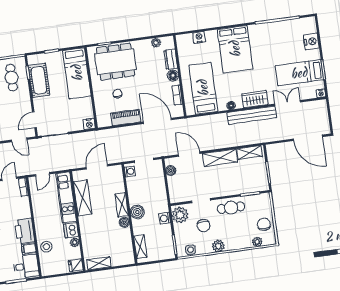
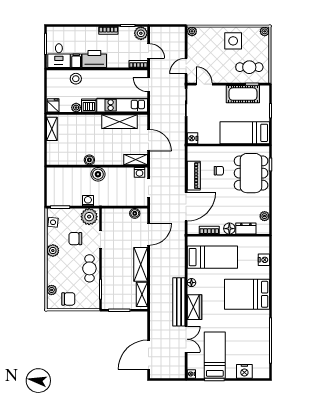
shelving: (122, 205) -> (136, 160), moved
shelving: (140, 247) -> (63, 173), removed

